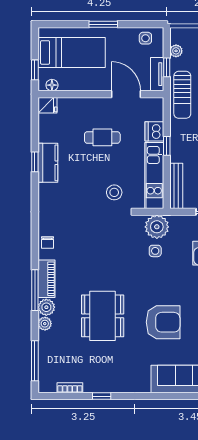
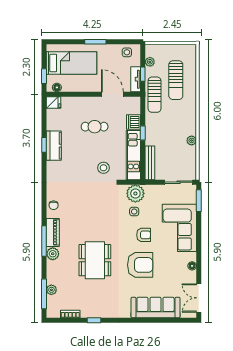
armchair: (168, 282) -> (144, 235), added
plant: (45, 324) -> (51, 290), moved

